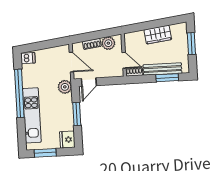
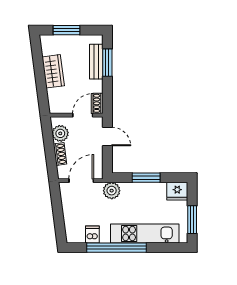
dishwasher: (28, 58) -> (92, 234), moved
bench: (162, 69) -> (96, 62), width x0.73
door: (89, 82) -> (107, 137), moved

